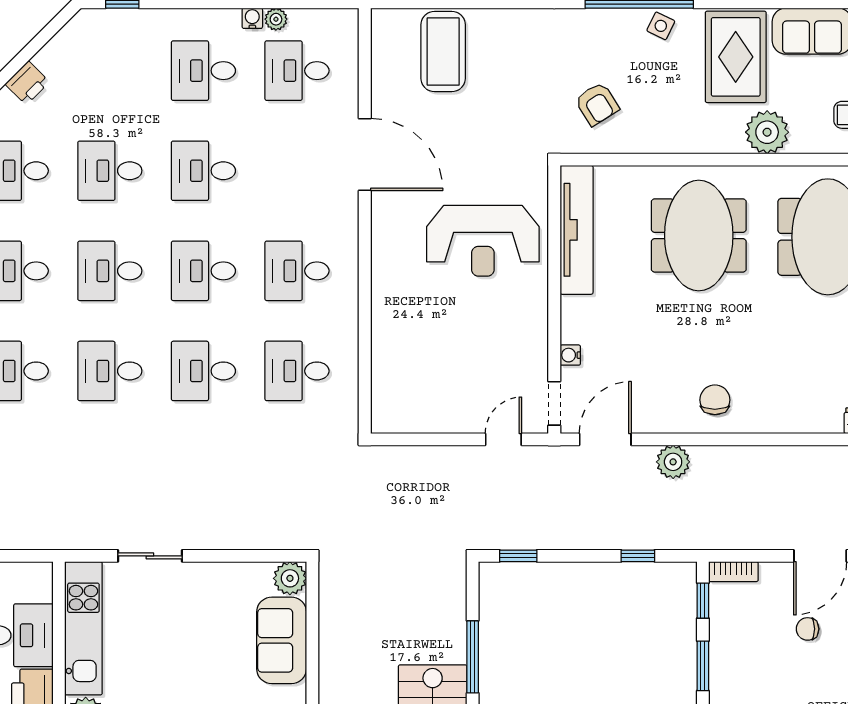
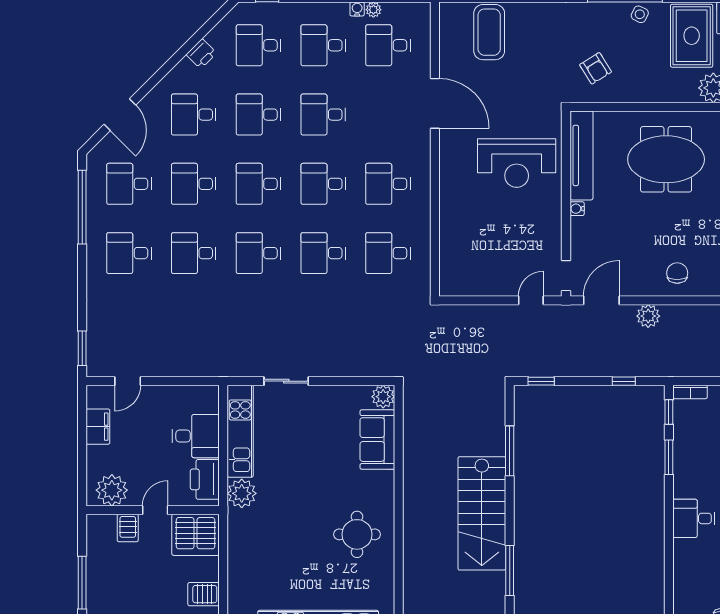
desk: (110, 71) -> (258, 45), added
meeting table: (699, 235) -> (666, 159), turned 90
water cooler: (570, 355) -> (577, 209), moved

